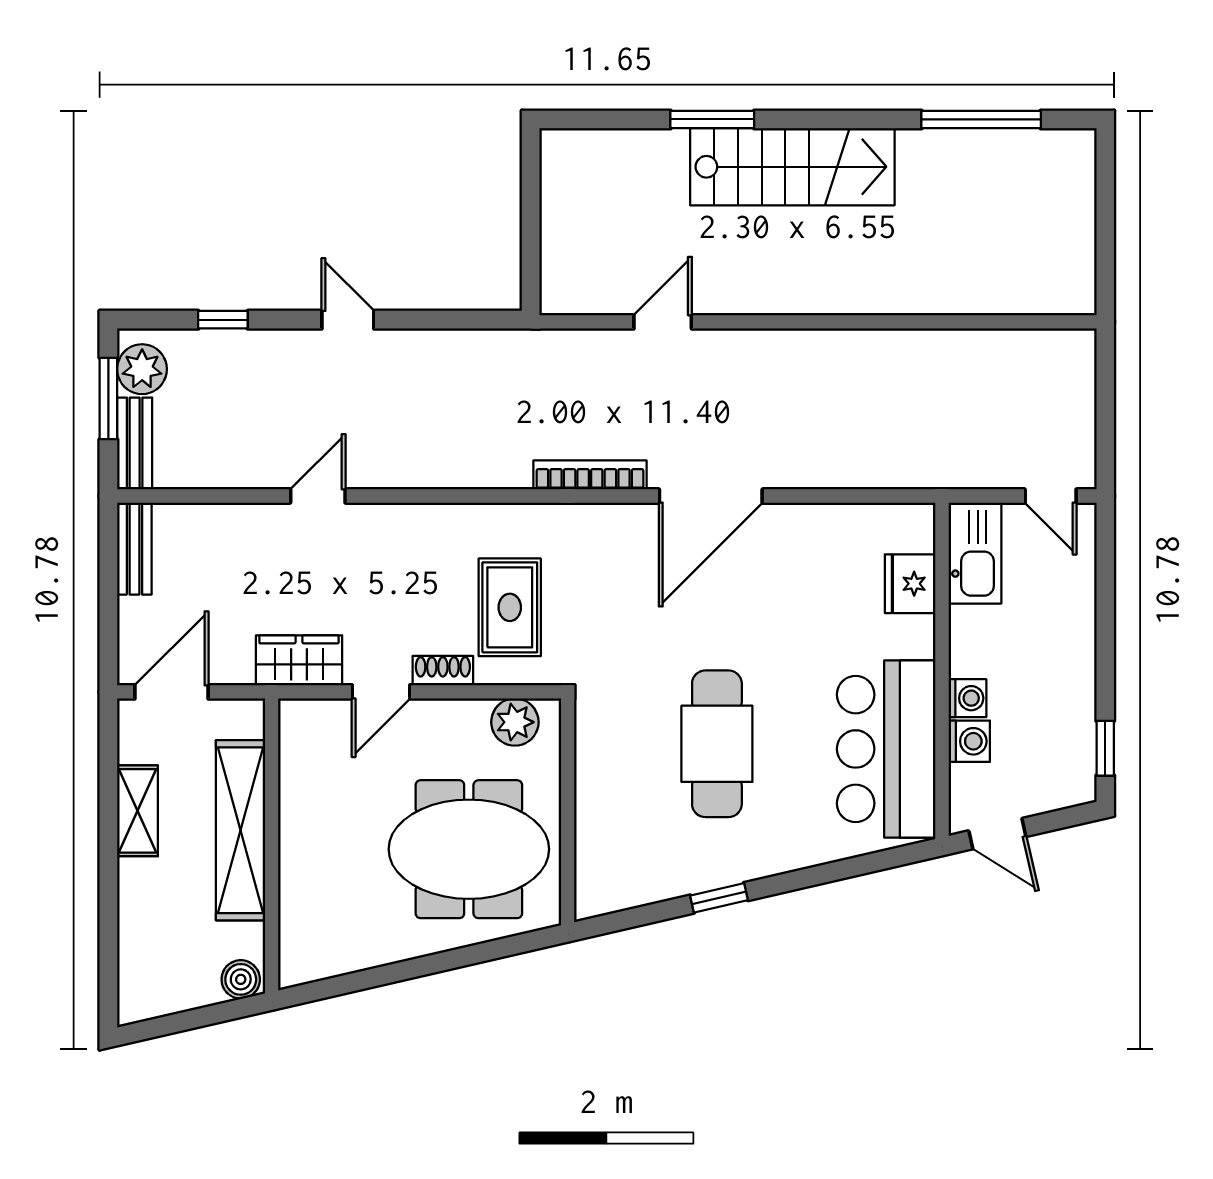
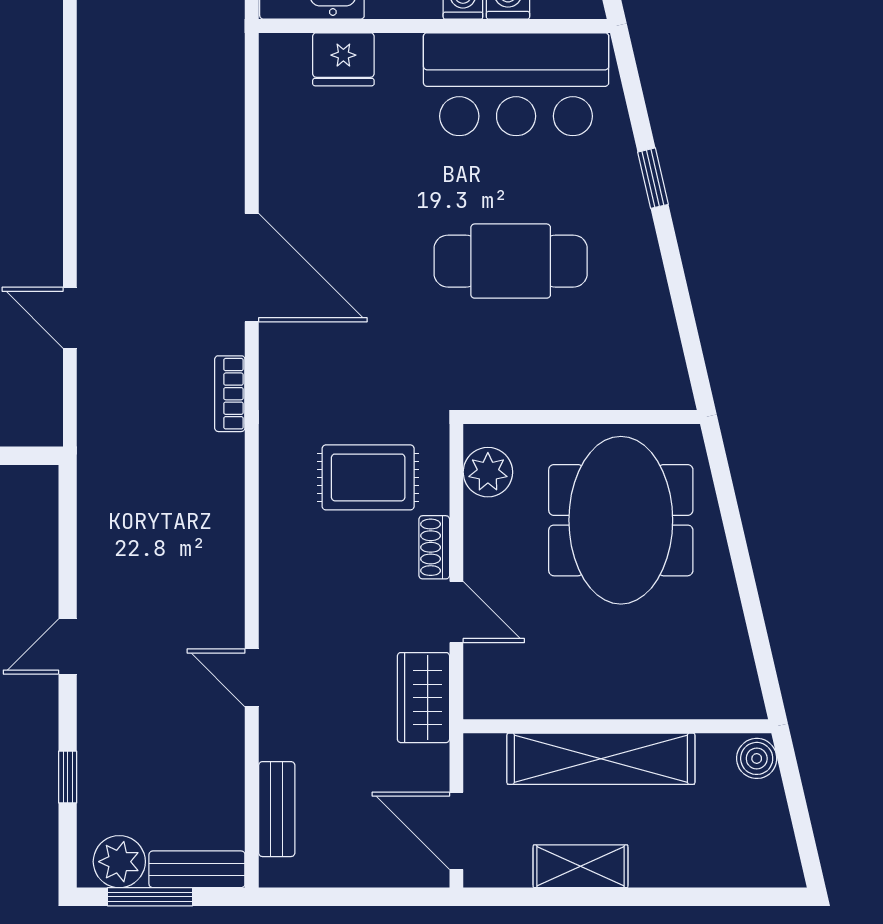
bookcase: (590, 475) -> (230, 394), width x0.64
bench: (134, 549) -> (277, 809), moved, turned 90
window: (719, 898) -> (653, 178), moved

